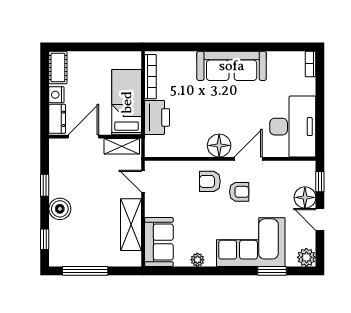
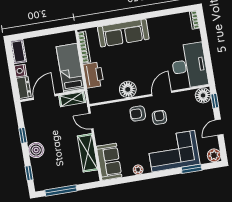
sofa: (232, 66) -> (123, 33), moved
floor lamp: (219, 145) -> (128, 89), moved
armchair: (239, 192) -> (159, 117), turned -90
floor lamp: (305, 197) -> (203, 95), moved
door: (320, 219) -> (219, 127), hinge flipped

